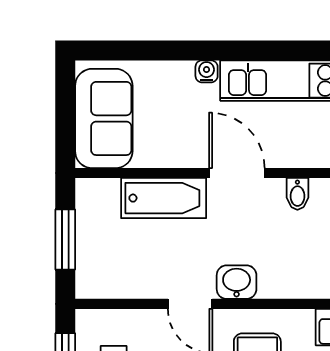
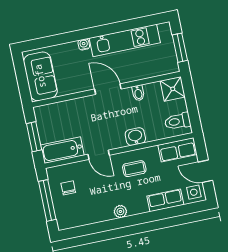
bathtub: (164, 198) -> (62, 150), moved, turned 180
washbasin: (237, 282) -> (135, 137), moved

